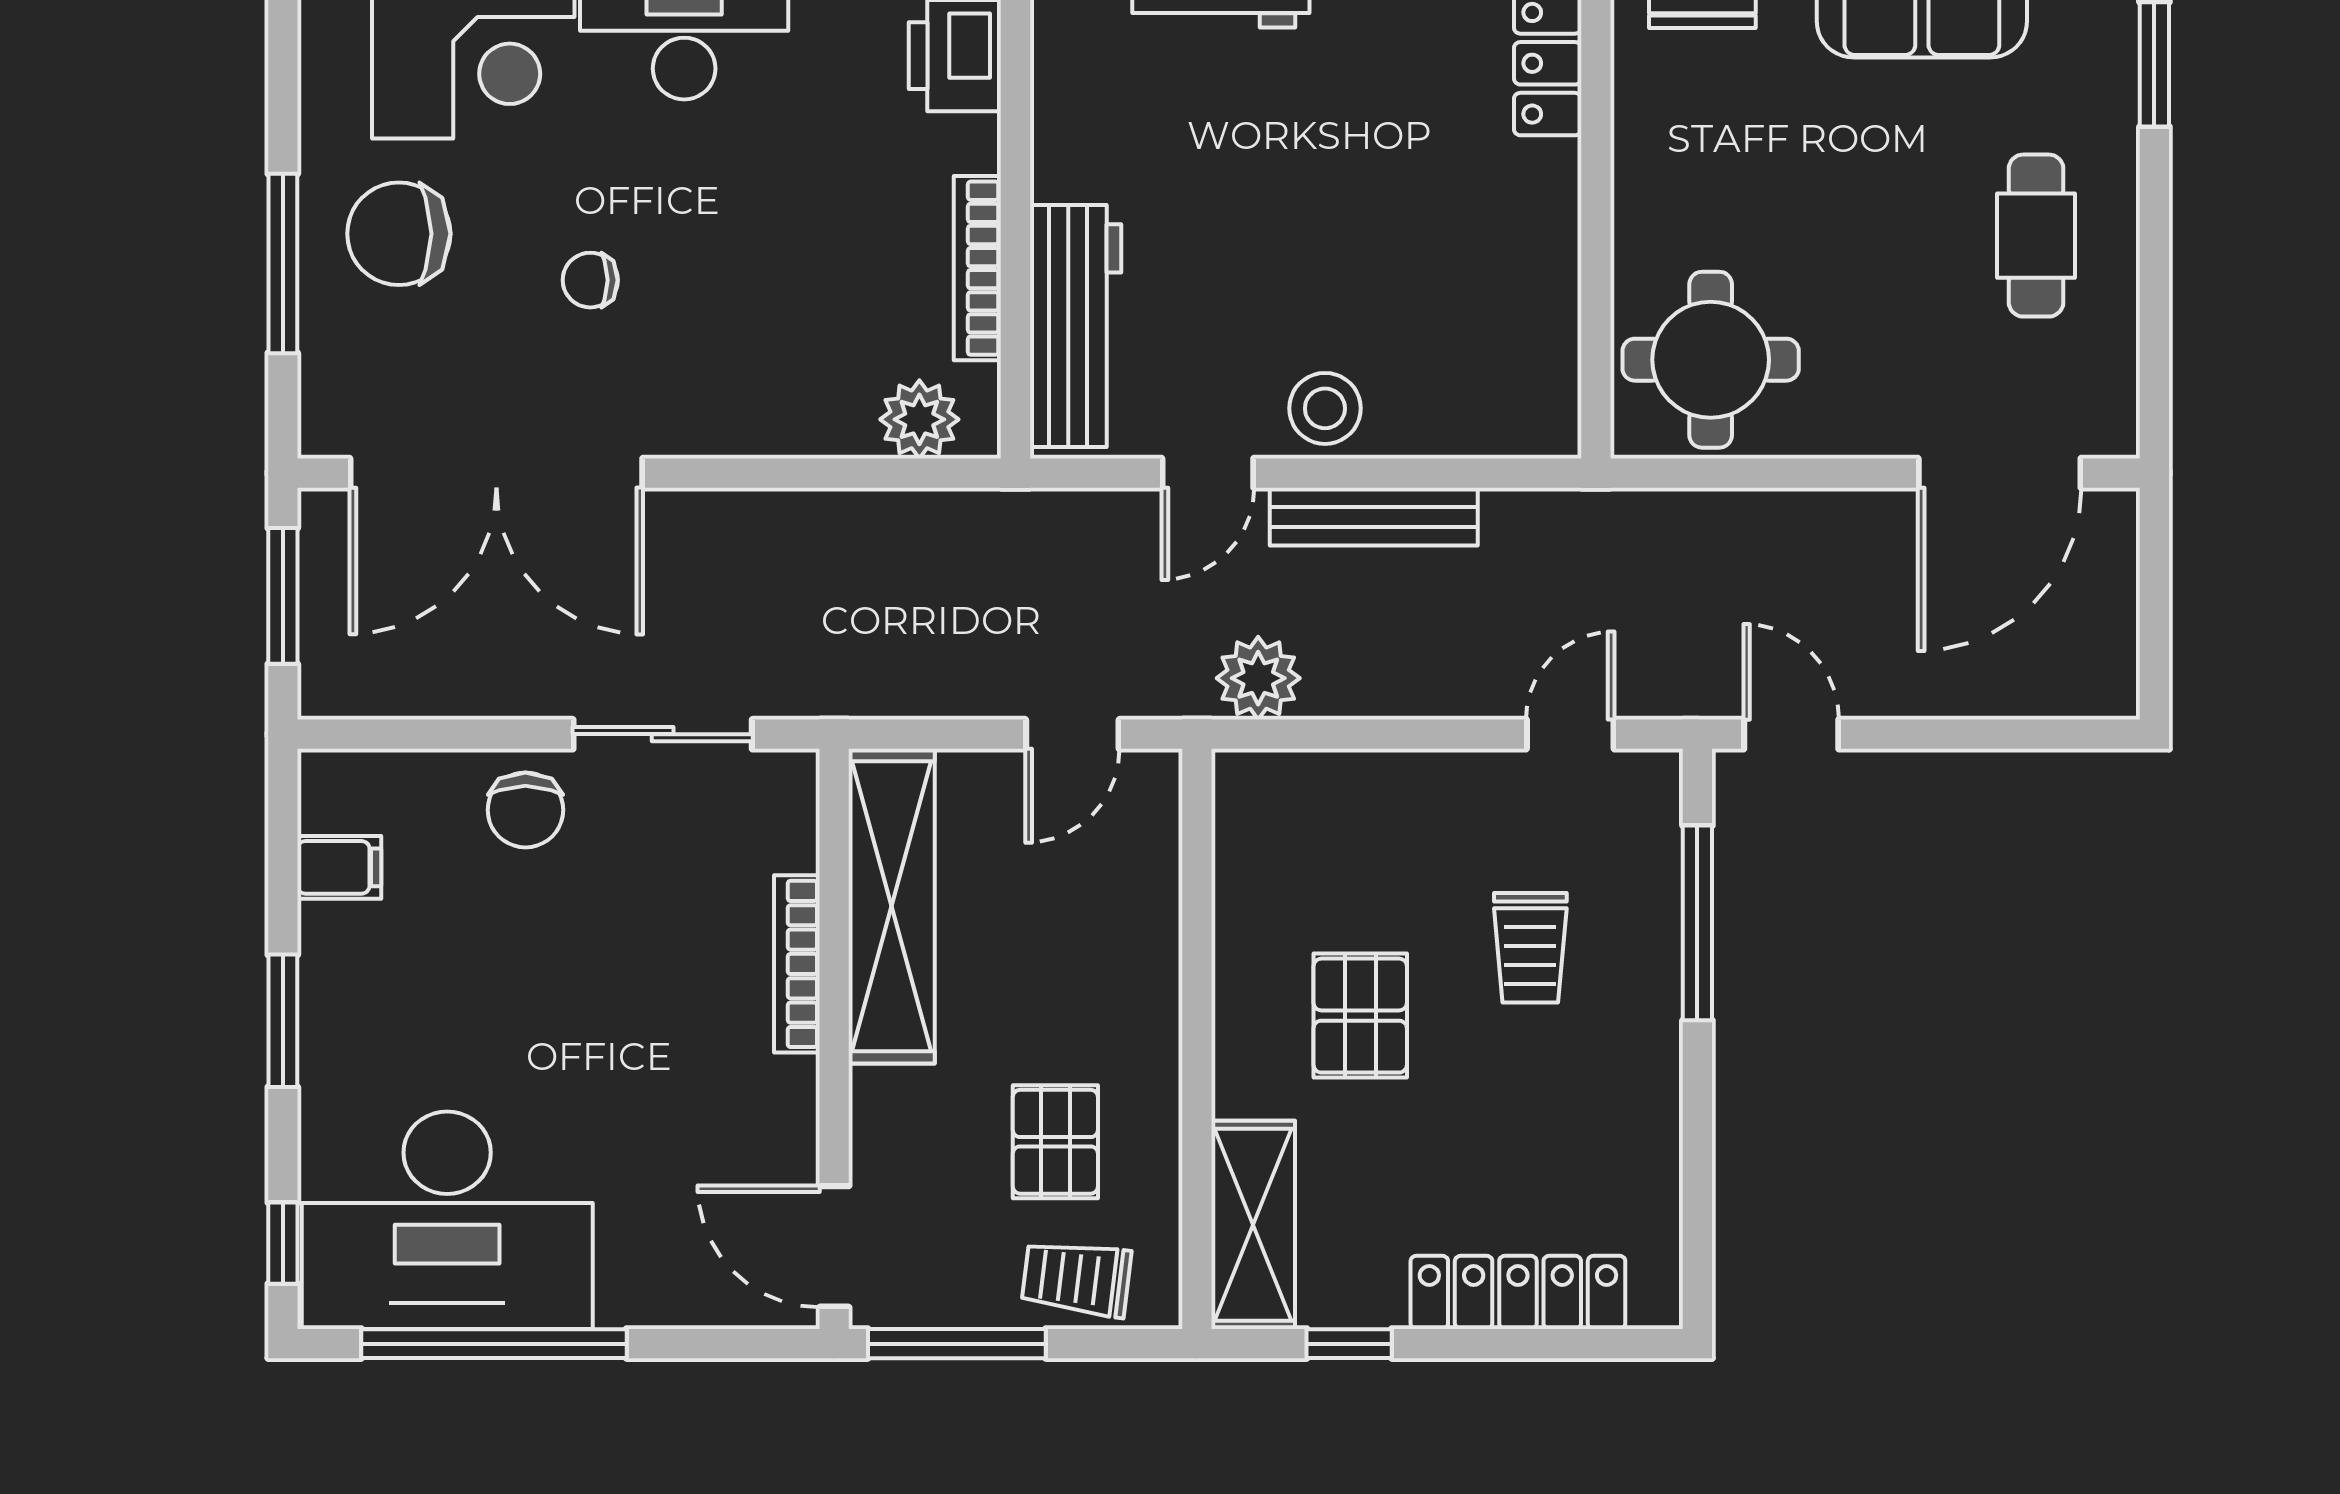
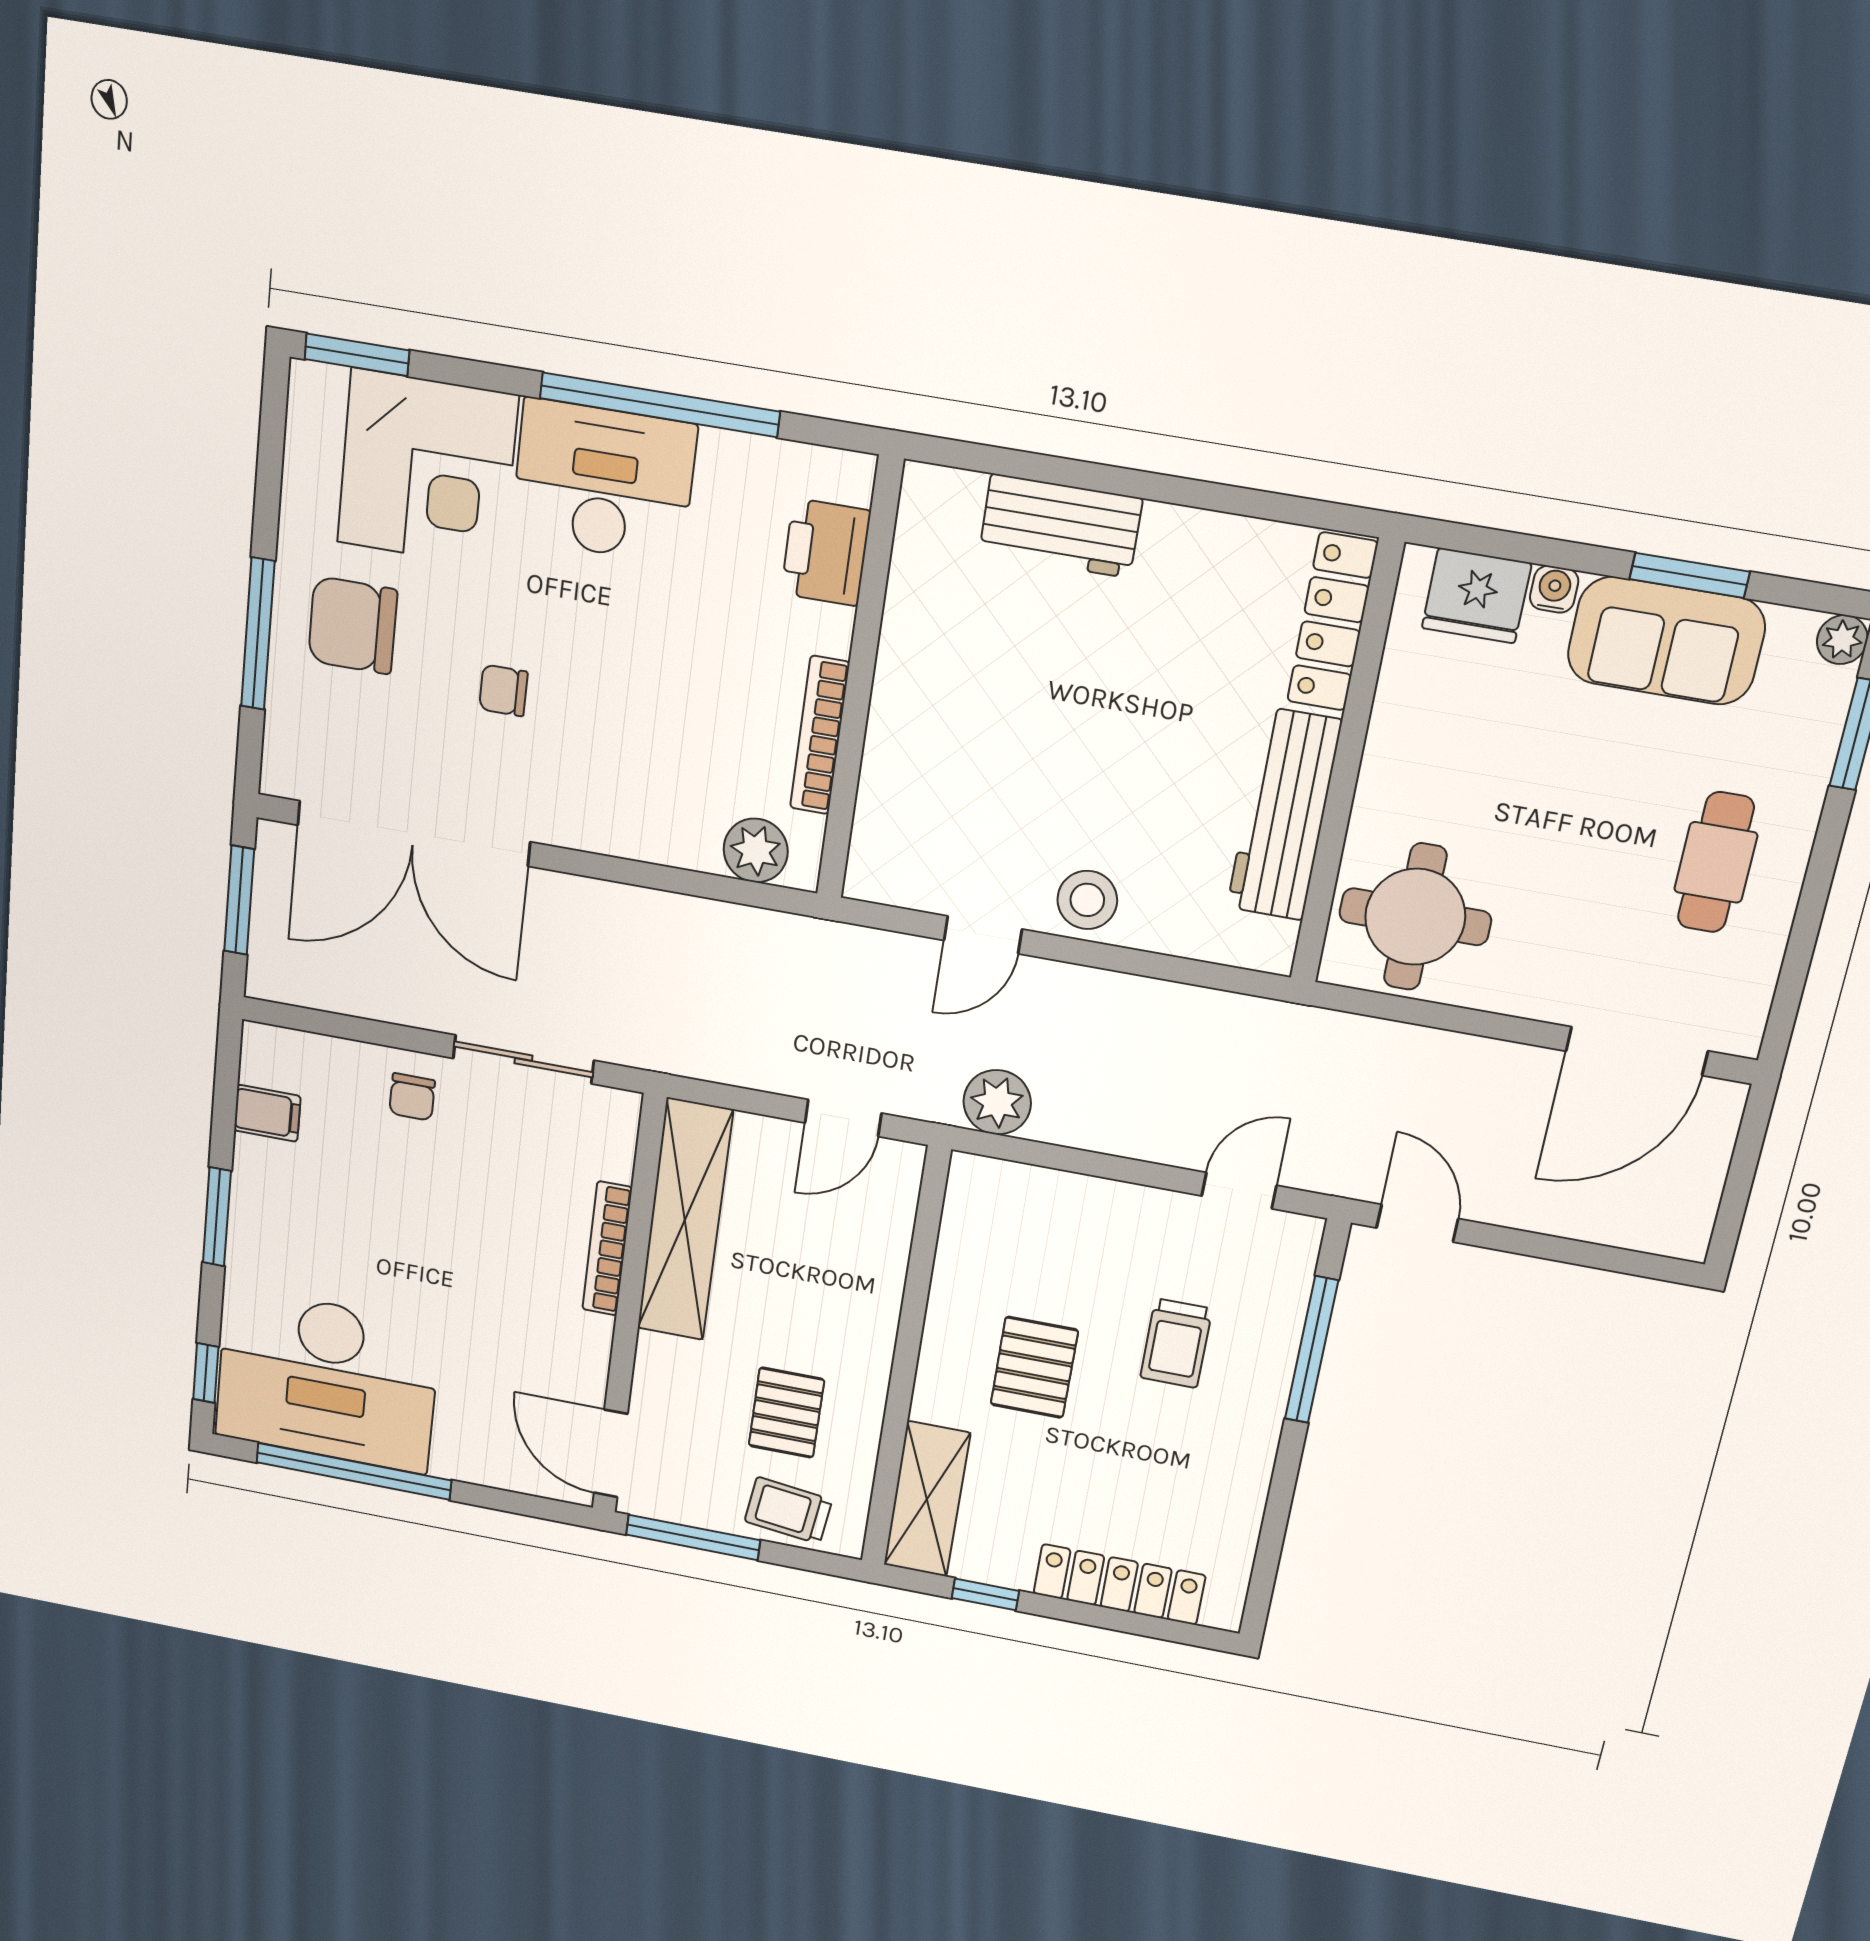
workbench: (1076, 326) -> (1284, 814), moved, turned 180
bench: (1374, 517) -> (1112, 993), removed
chair: (525, 810) -> (412, 1097), width x0.73, depth x0.73

